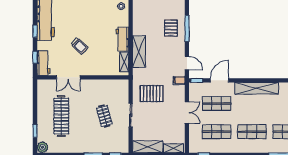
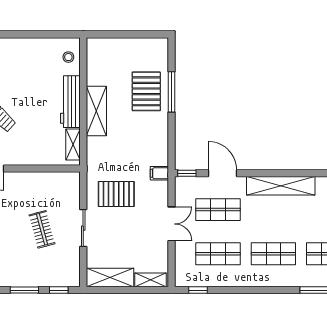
pallet: (171, 28) -> (146, 91), width x1.50, depth x1.42
workbench: (122, 39) -> (70, 102), width x1.38
shelving: (139, 51) -> (96, 111), moved
door: (187, 63) -> (172, 146), removed
door: (219, 80) -> (223, 173), hinge flipped

